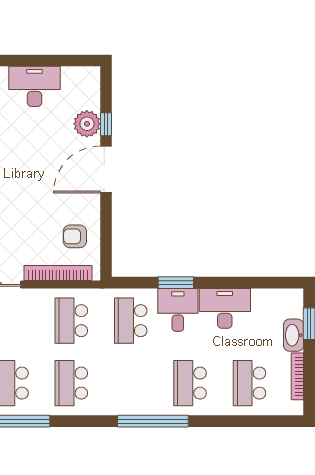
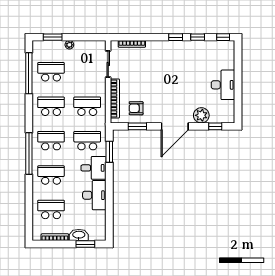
window: (106, 124) -> (215, 126), moved
door: (106, 169) -> (175, 126), swing flipped
window: (106, 234) -> (137, 126), added
armchair: (75, 236) -> (136, 108), turned -90
window: (176, 283) -> (109, 152), moved
school desk: (131, 383) -> (51, 141), added

